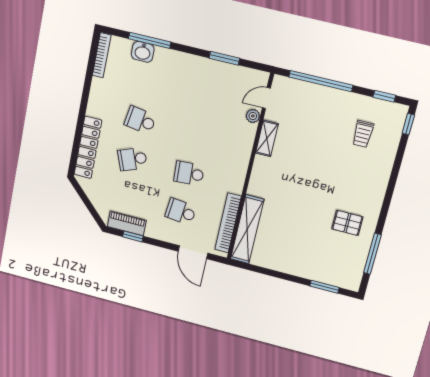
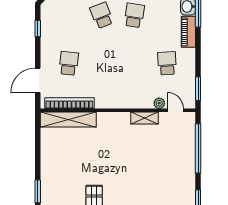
window: (224, 58) -> (198, 89), moved
trolley: (363, 134) -> (166, 190), removed
school desk: (189, 173) -> (167, 63), moved
piano: (127, 223) -> (188, 32), moved, turned 180

